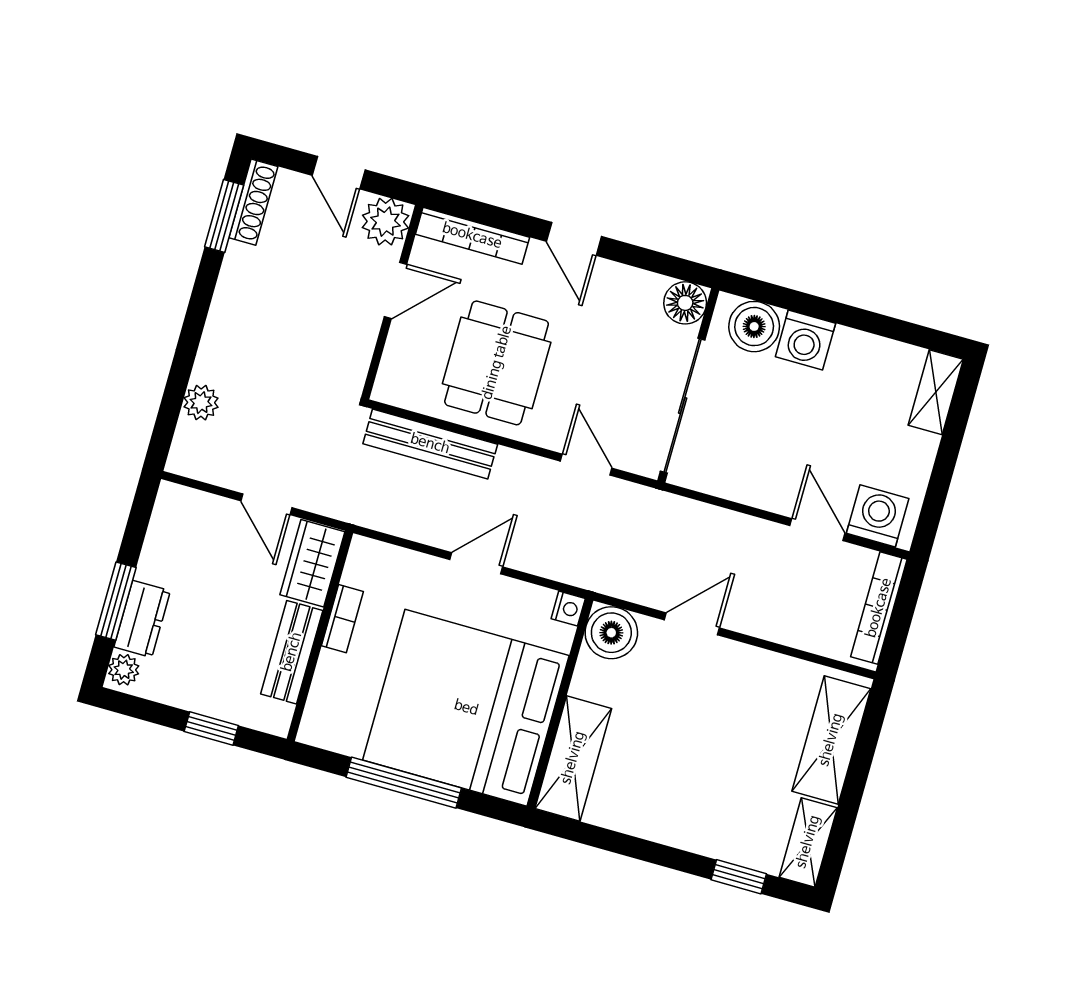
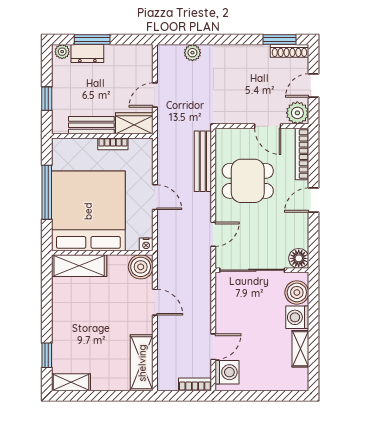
shelving: (936, 392) -> (300, 349), moved, turned 90
bookcase: (879, 608) -> (195, 384), width x0.64
shelving: (831, 740) -> (142, 363), moved, turned 90

